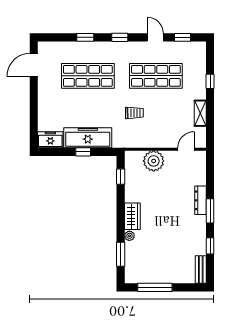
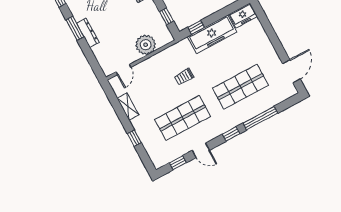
window: (85, 37) -> (260, 118), width x2.17
window: (83, 152) -> (196, 27), moved

